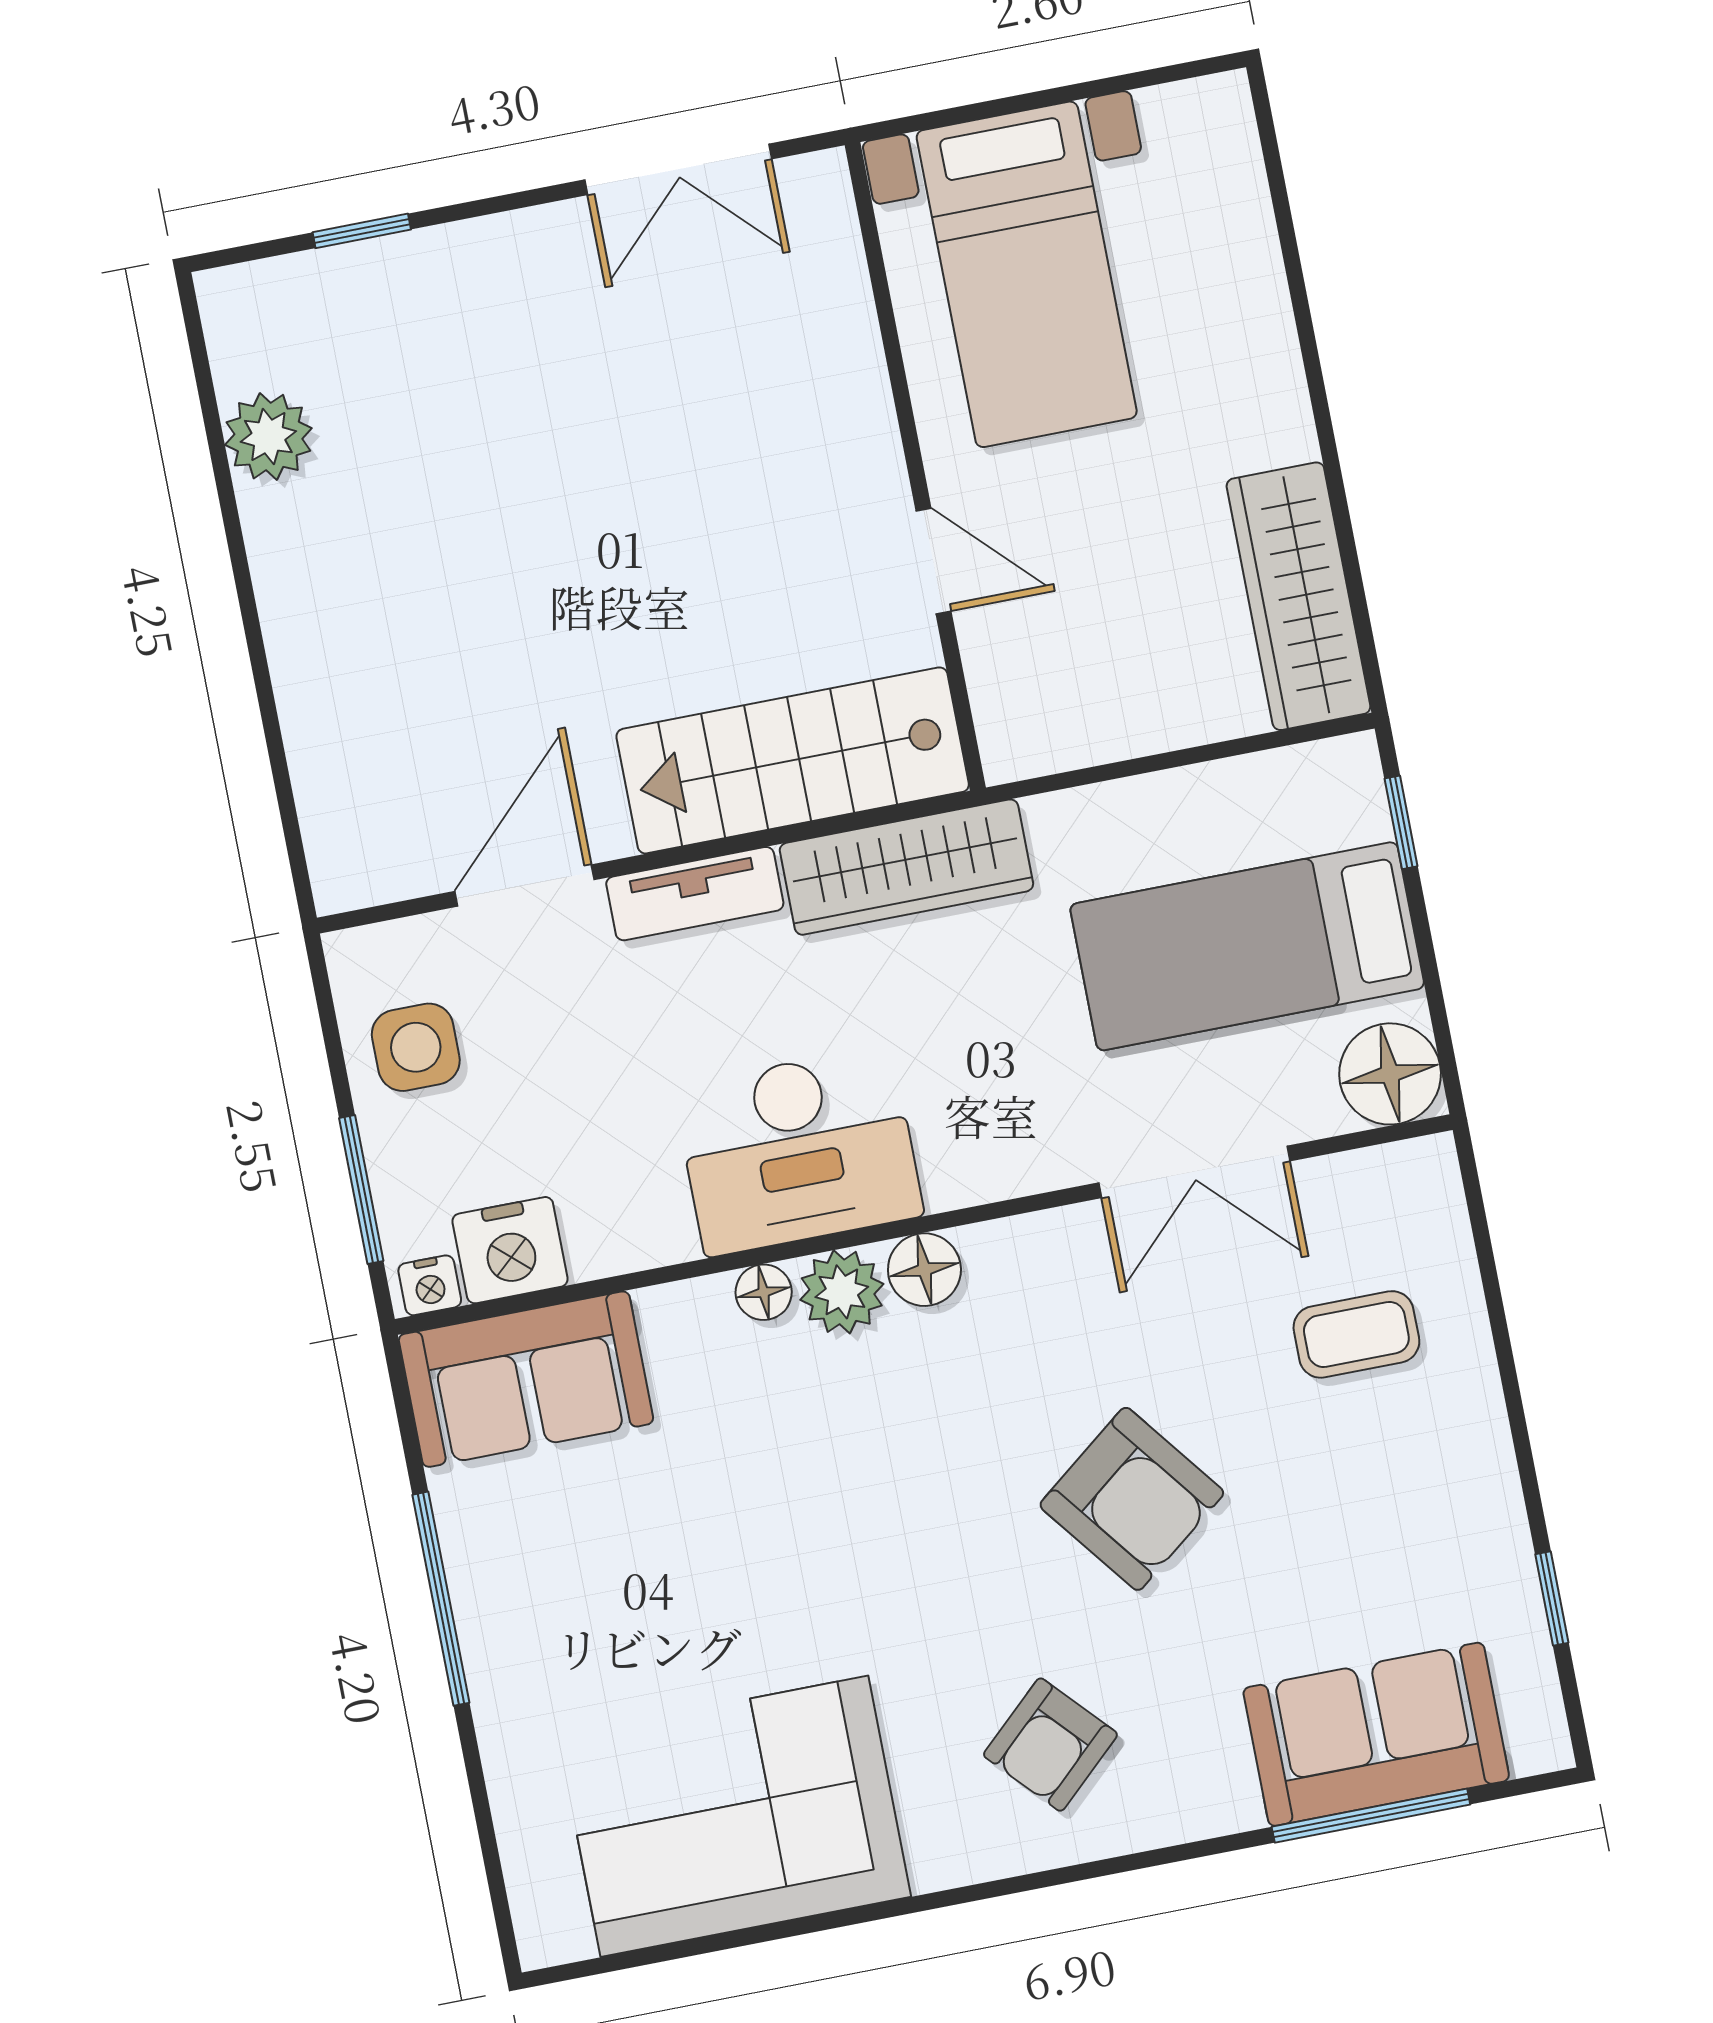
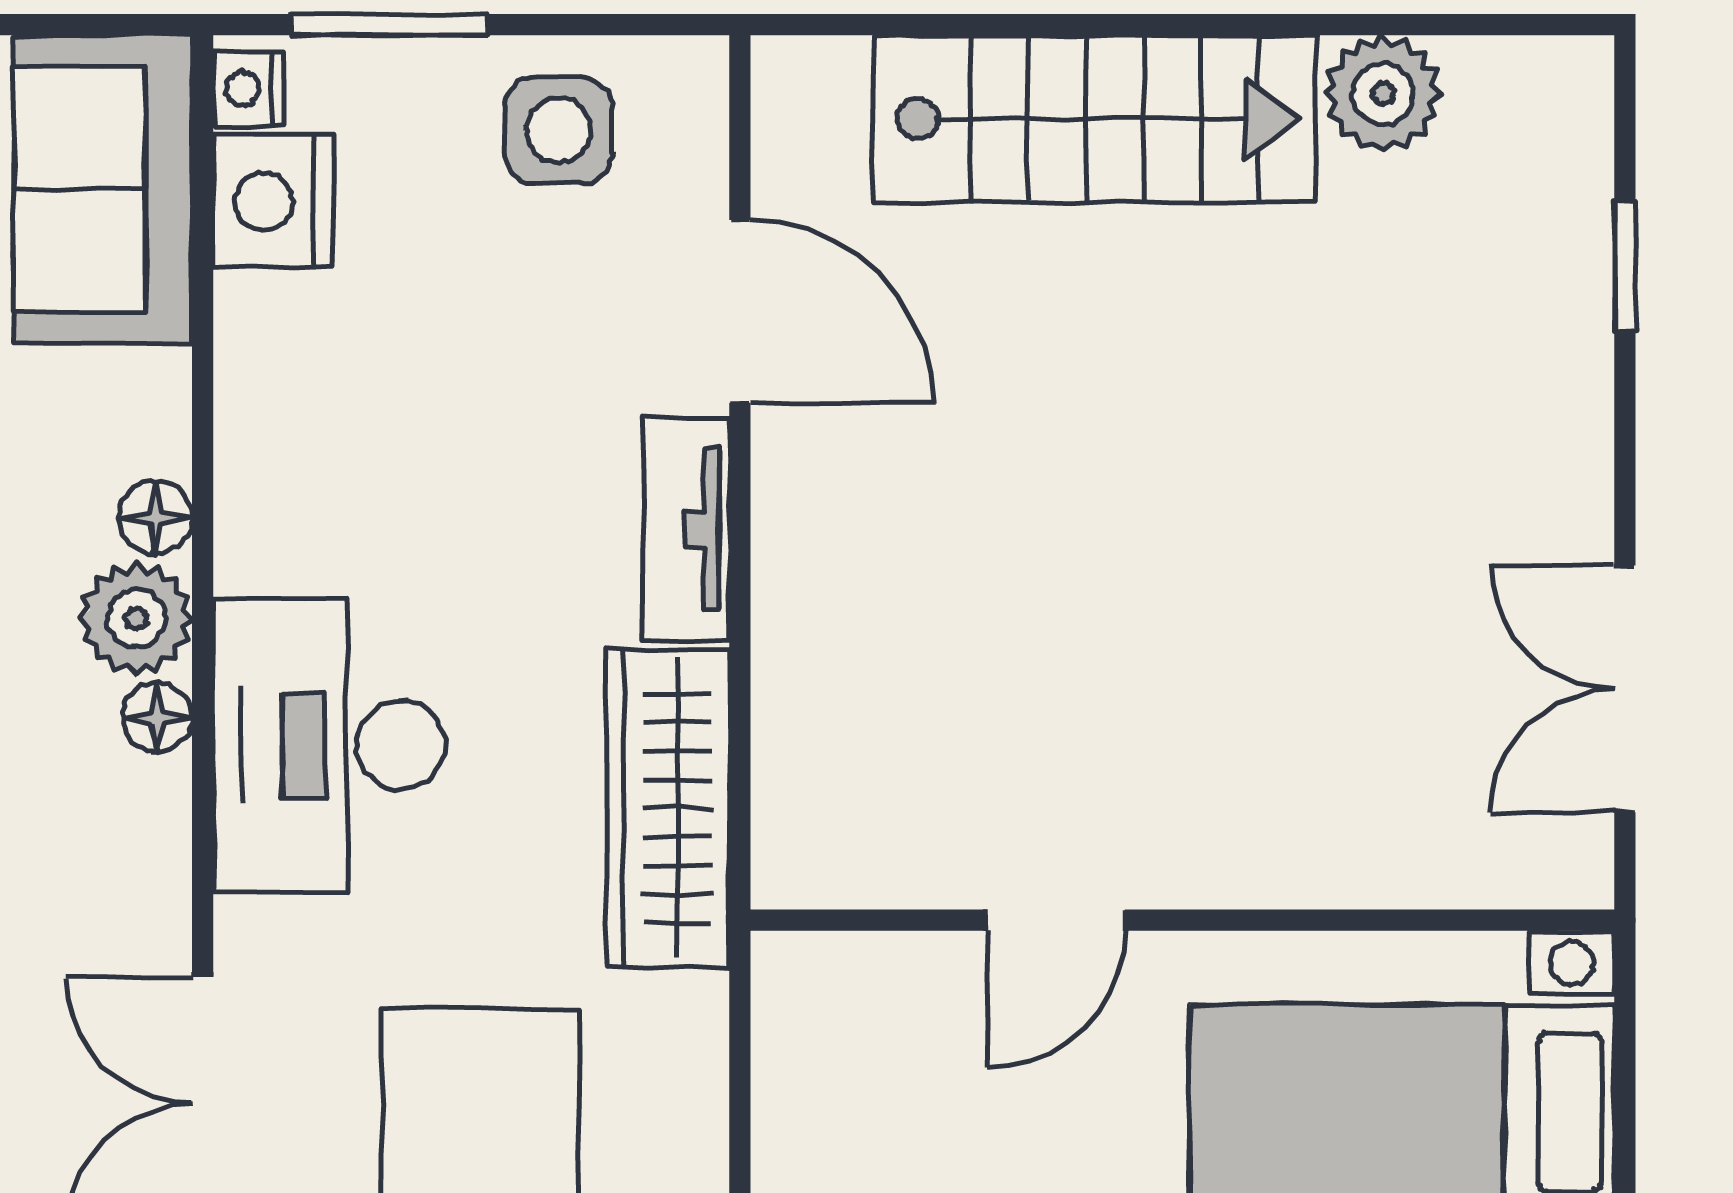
stairs: (793, 760) -> (1095, 119), moved, turned 90
desk: (798, 1151) -> (329, 745), moved
floor lamp: (924, 1270) -> (157, 718), width x0.73, depth x0.73

